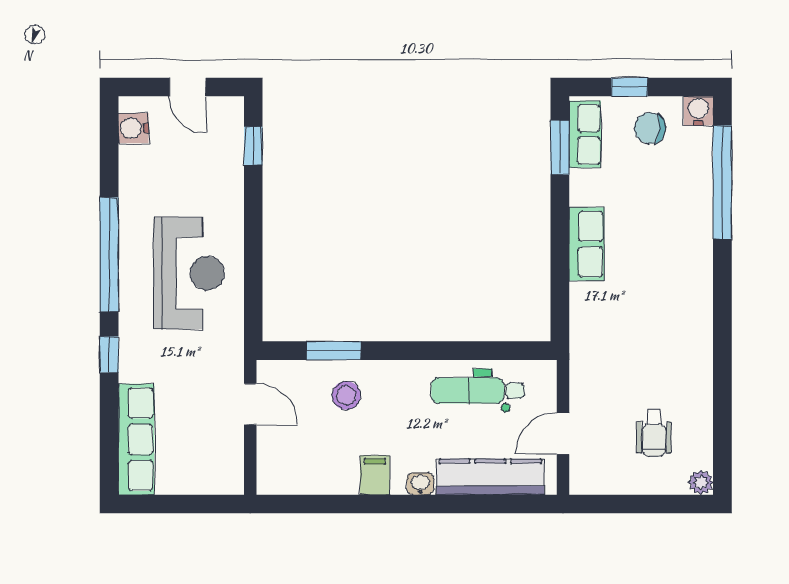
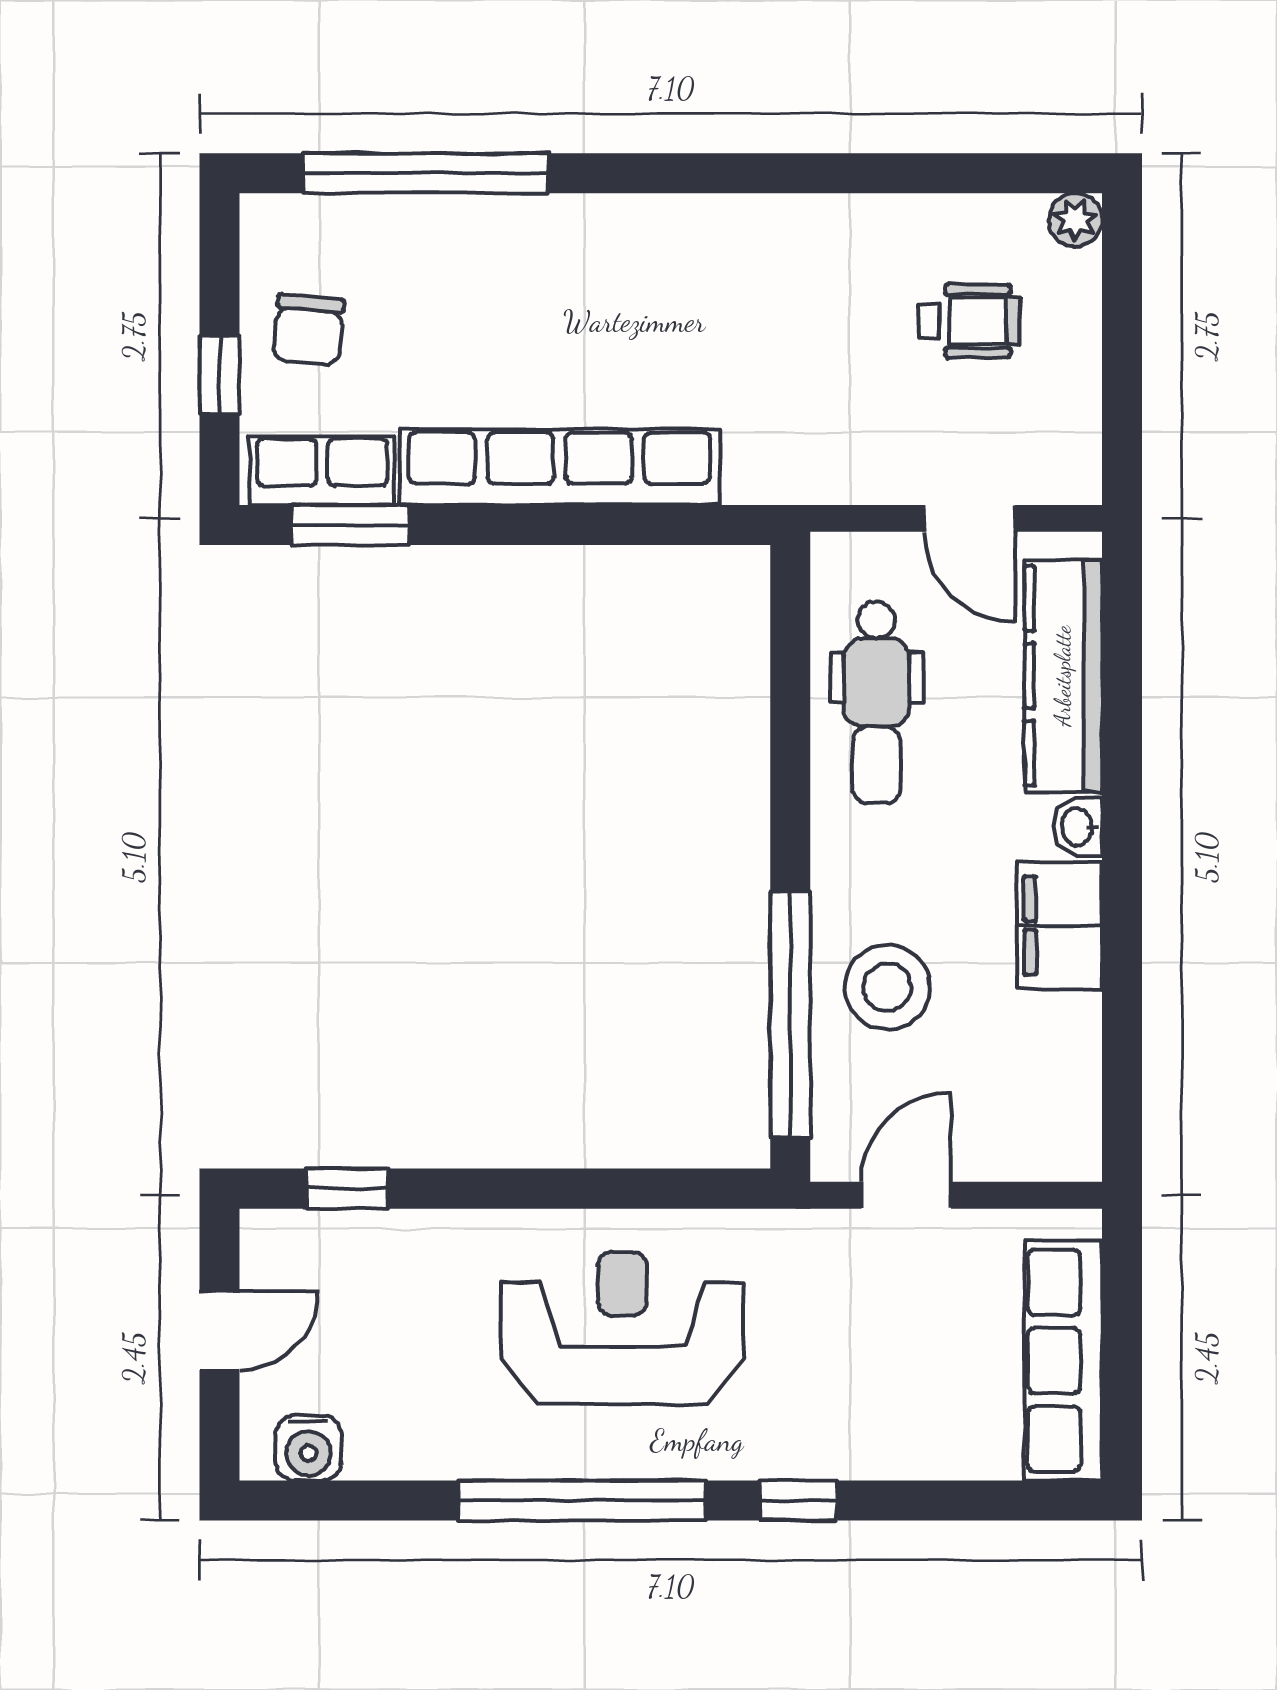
water cooler: (698, 111) -> (271, 225), removed
row of seats: (587, 244) -> (560, 467), width x2.02
window: (334, 351) -> (790, 1015), width x2.11
stool: (346, 395) -> (887, 987), width x1.38, depth x1.38
row of seats: (136, 439) -> (1063, 1361), moved, turned -90
filing cabinet: (375, 475) -> (1060, 925), width x2.00

